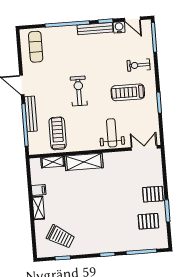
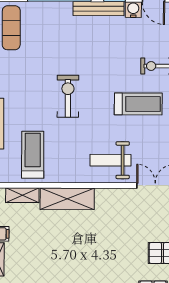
treadmill: (128, 92) -> (138, 104), turned 180
weight bench: (112, 133) -> (110, 160), turned -90

